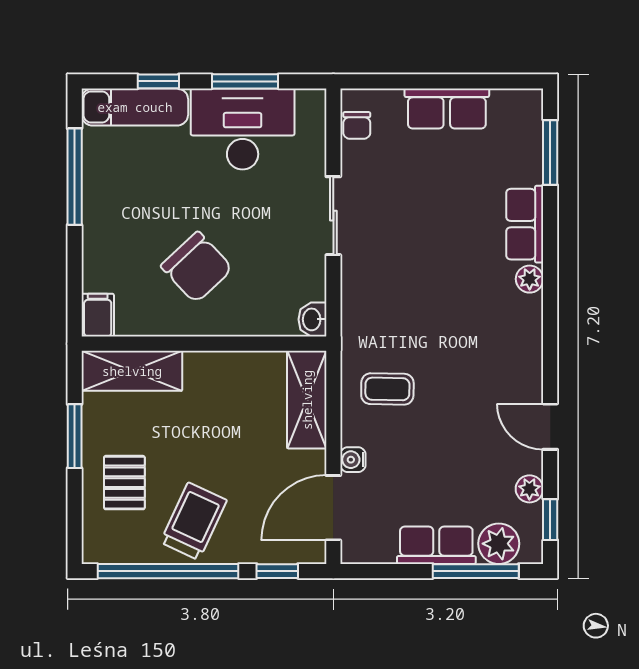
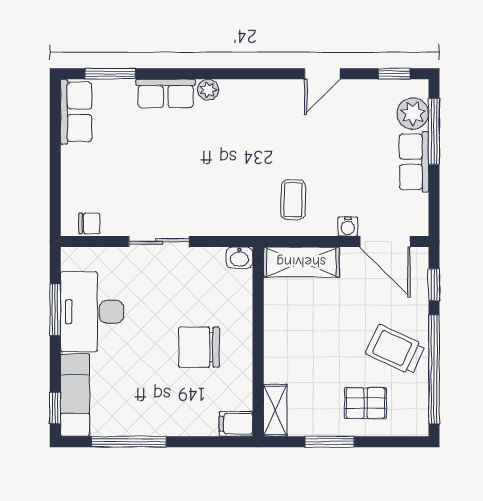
window: (158, 81) -> (55, 408), moved
row of seats: (447, 109) -> (76, 112), moved
chair: (197, 267) -> (199, 347), turned -137
shelving: (132, 371) -> (275, 410), width x0.67, depth x0.75
plant: (529, 489) -> (370, 90), removed

